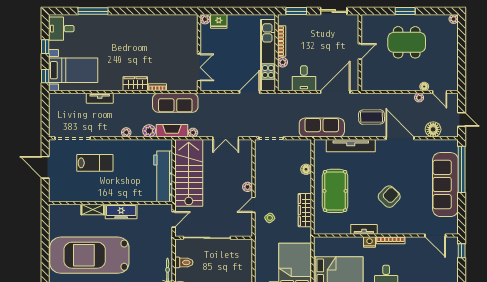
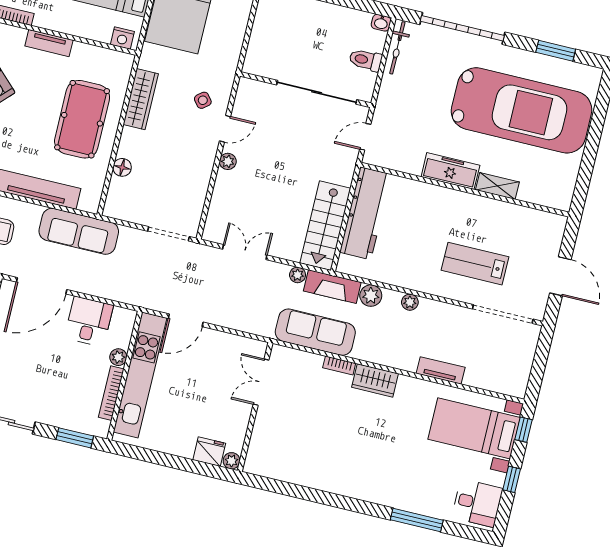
stairs: (189, 173) -> (325, 226), width x0.73, depth x0.66
nightstand: (369, 242) -> (122, 38), moved

